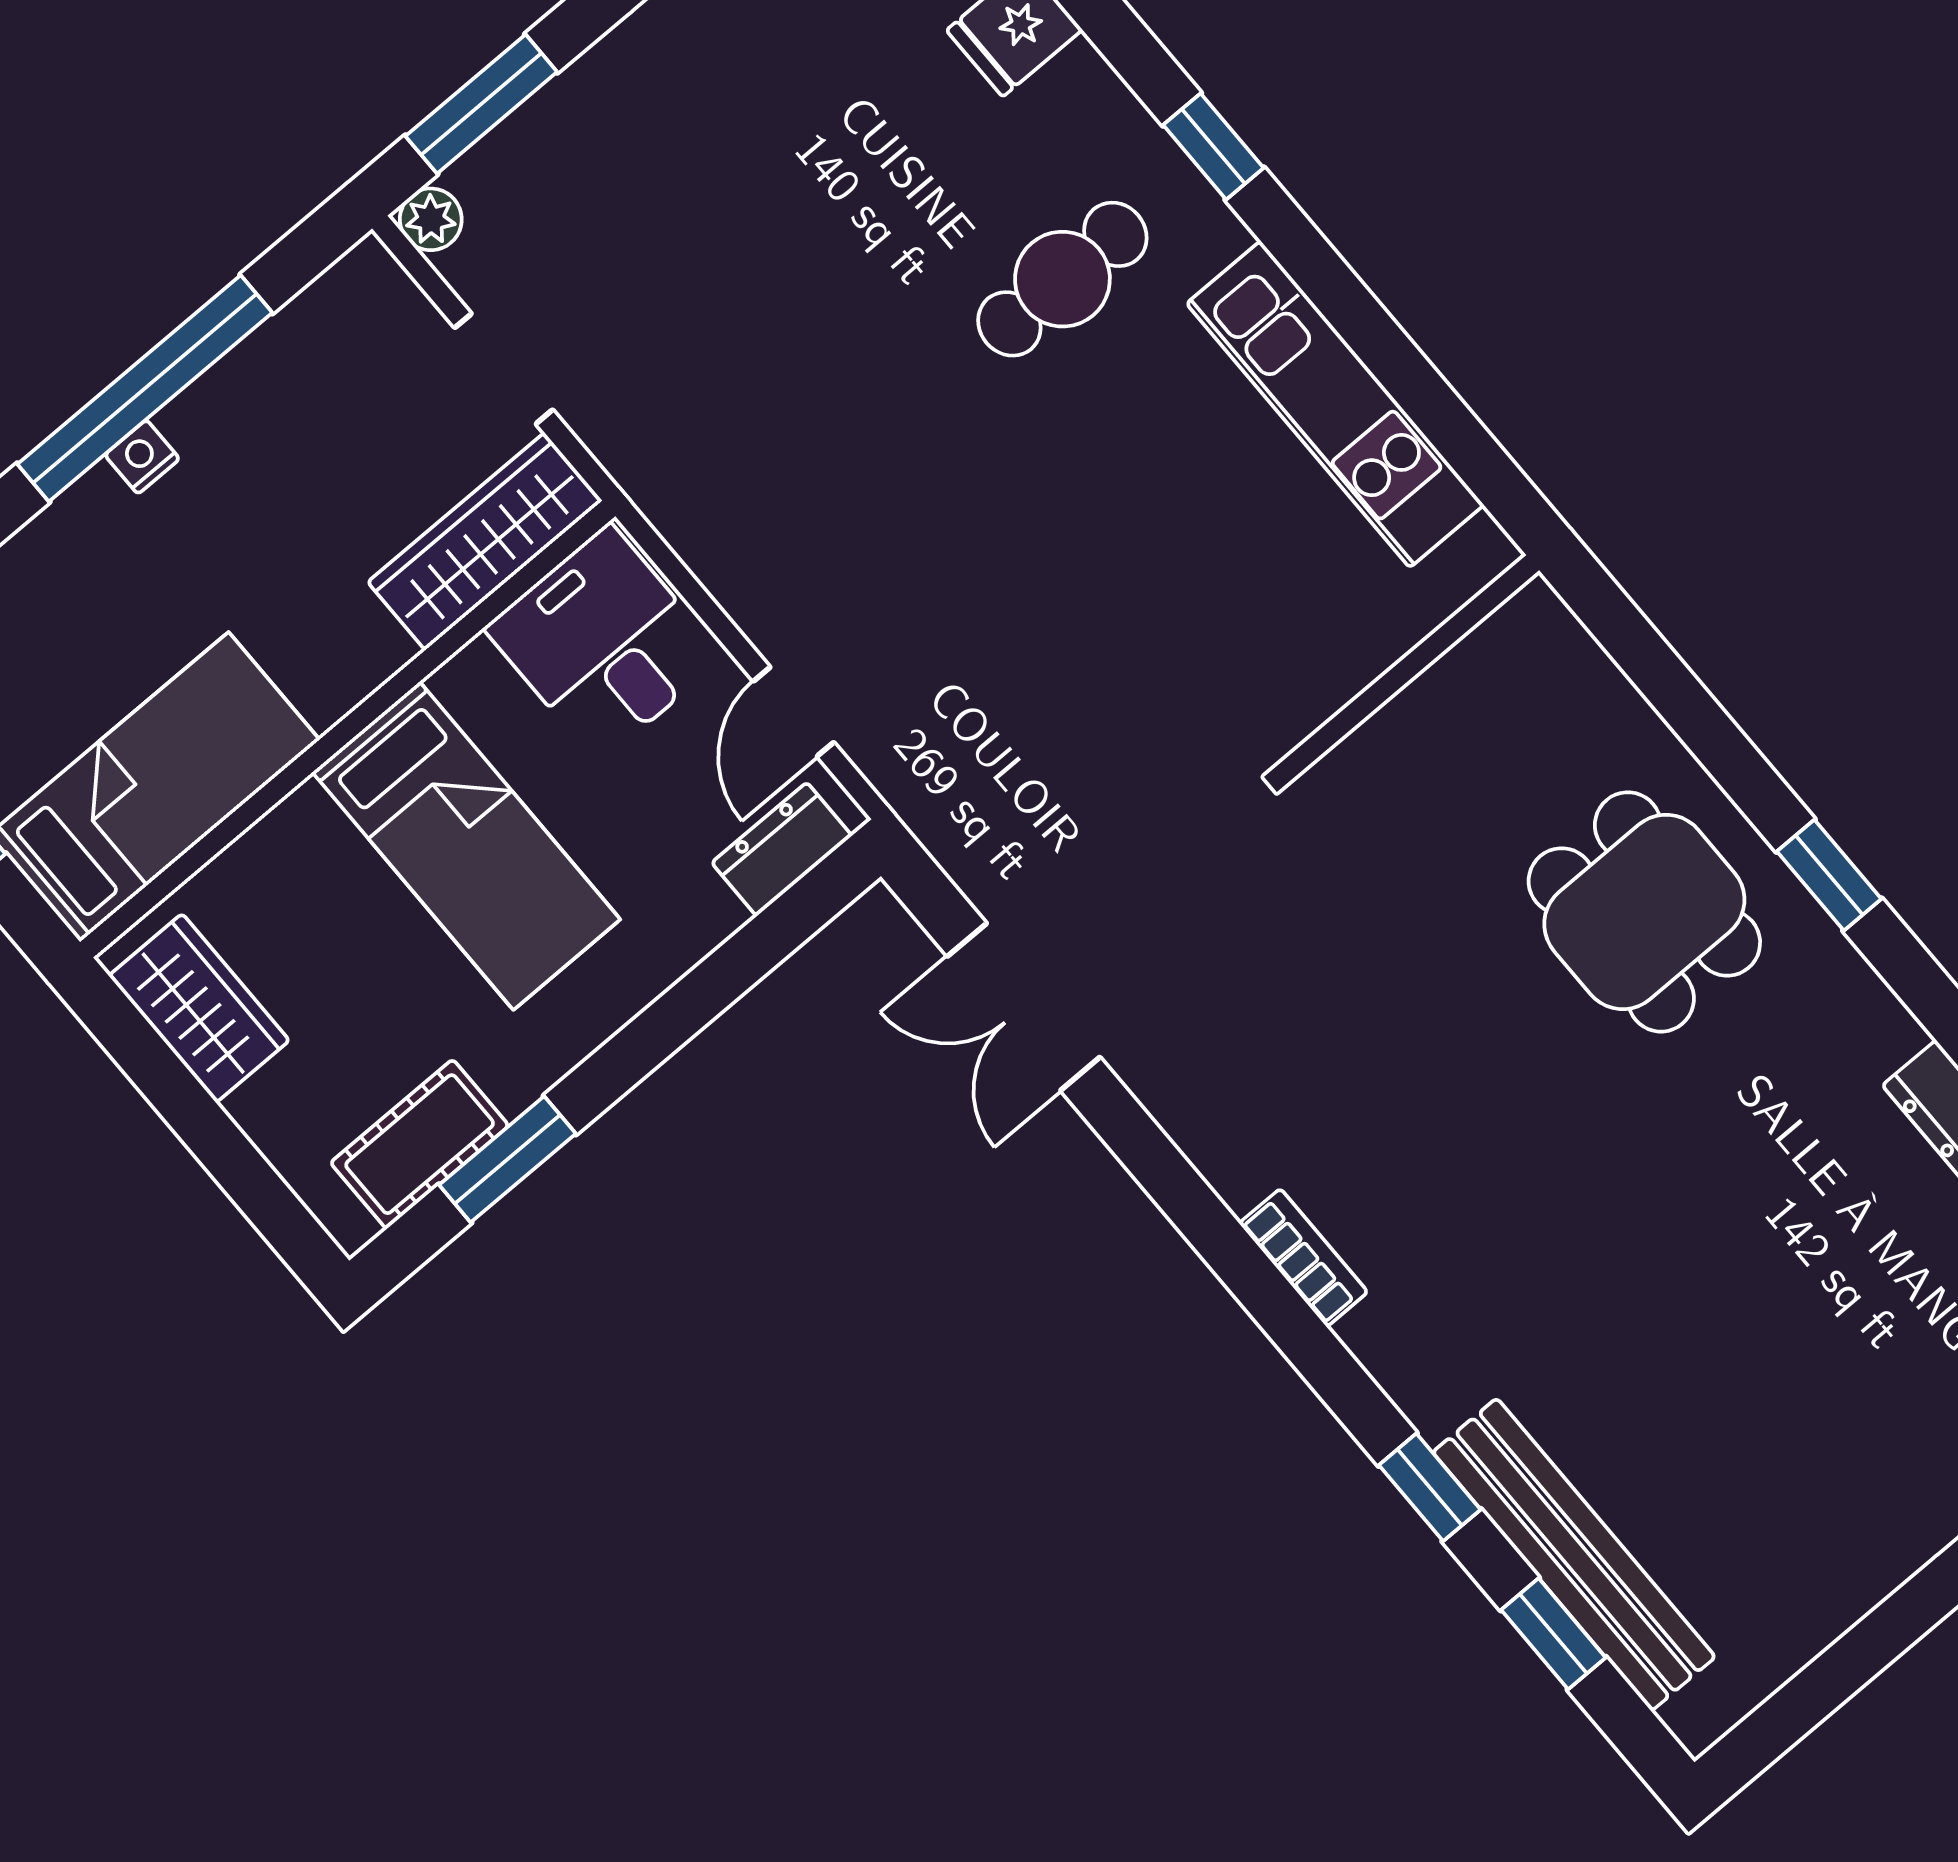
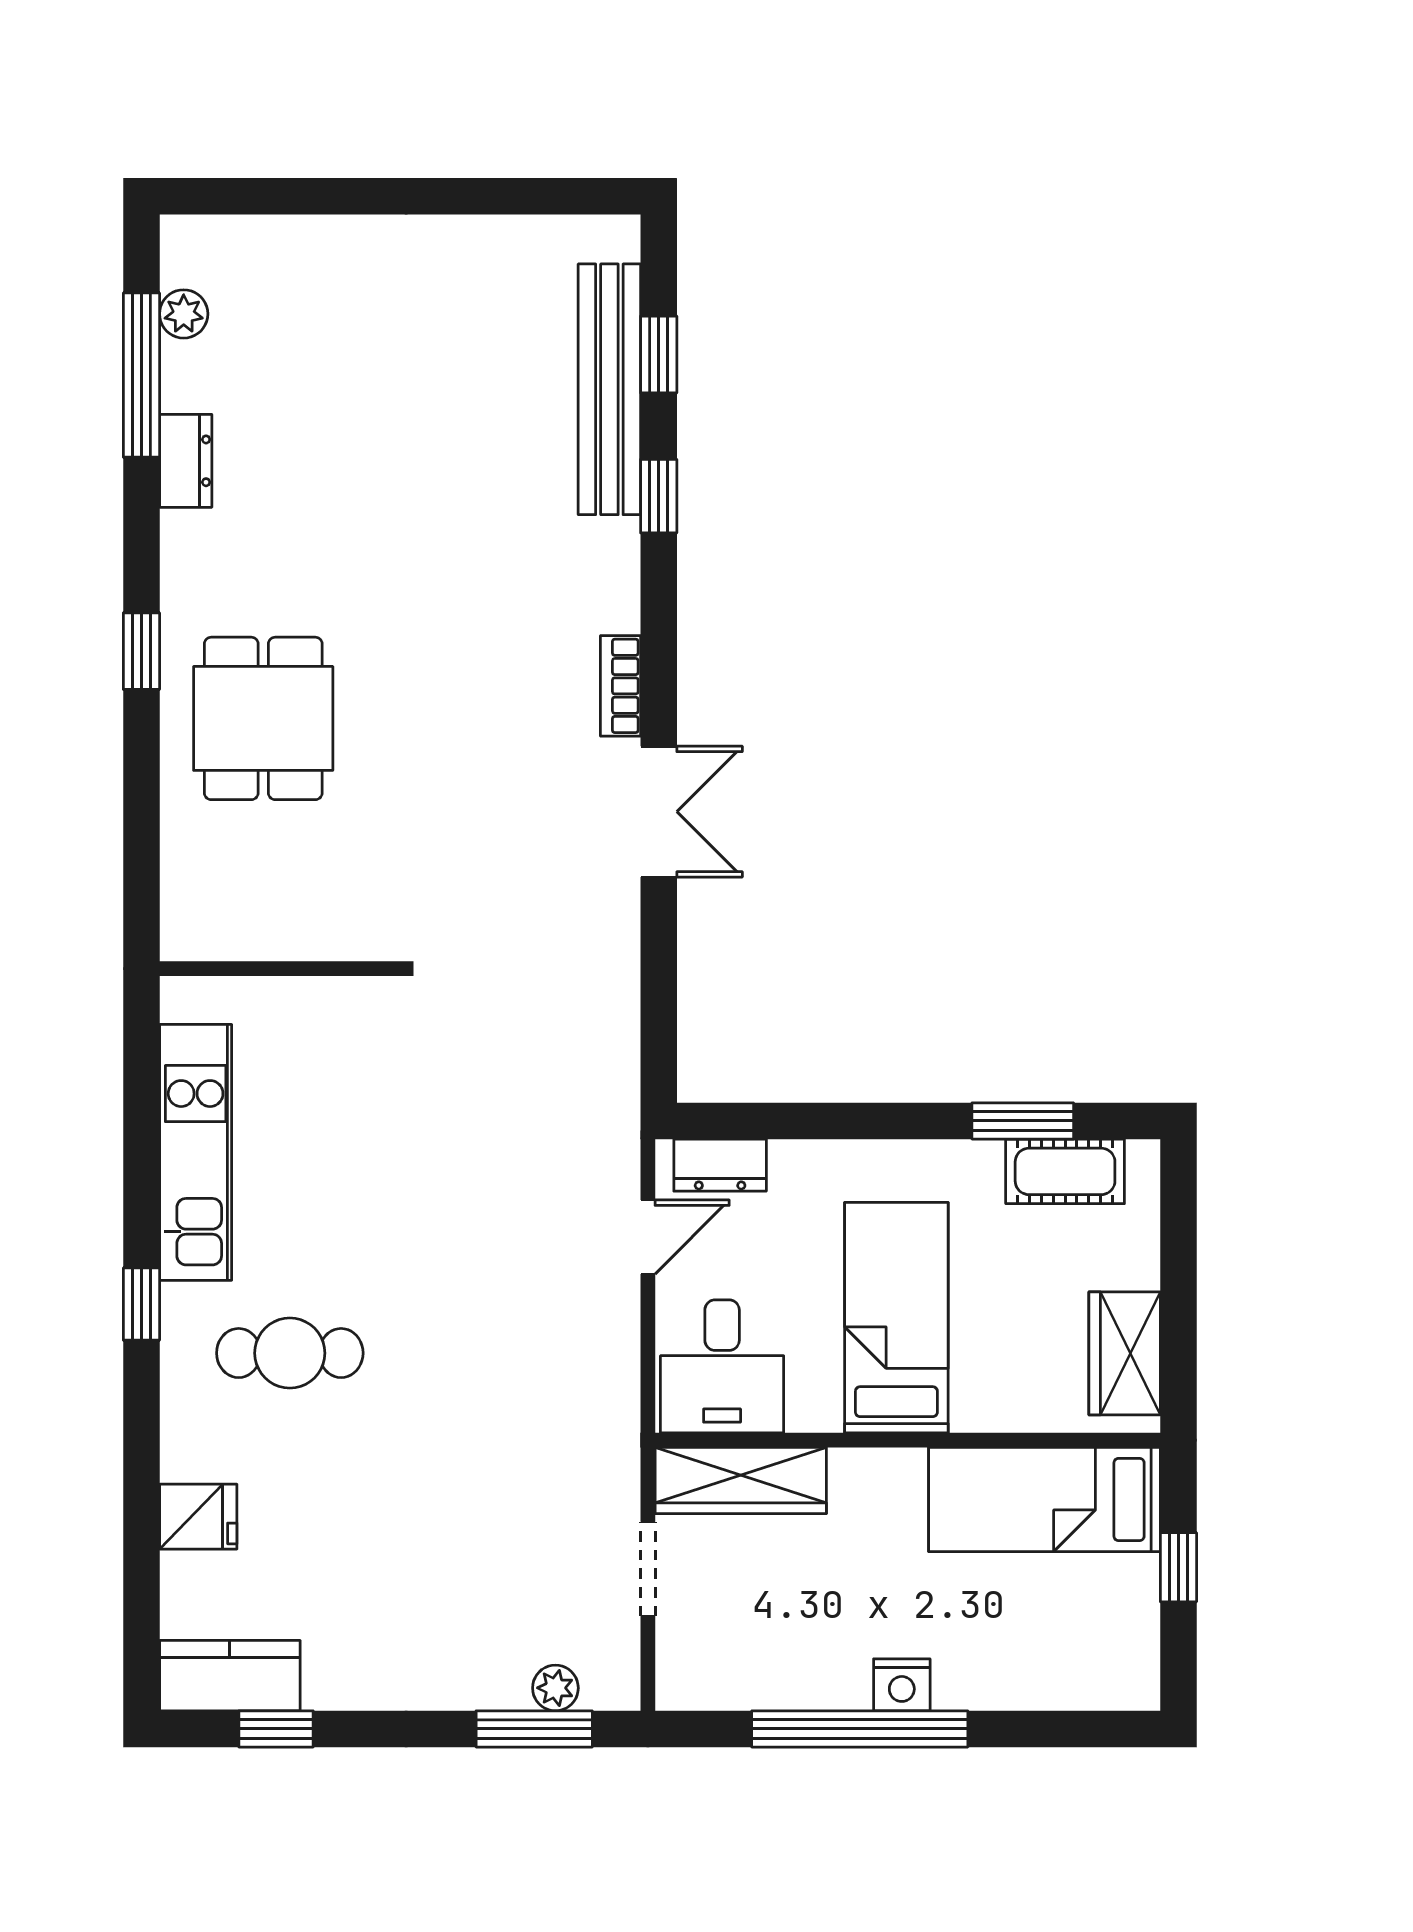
window: (1213, 146) -> (141, 1304), moved
plant: (431, 219) -> (555, 1688), moved
nightstand: (142, 457) -> (902, 1685), width x1.39, depth x1.35
double door: (1024, 1007) -> (659, 812), moved

